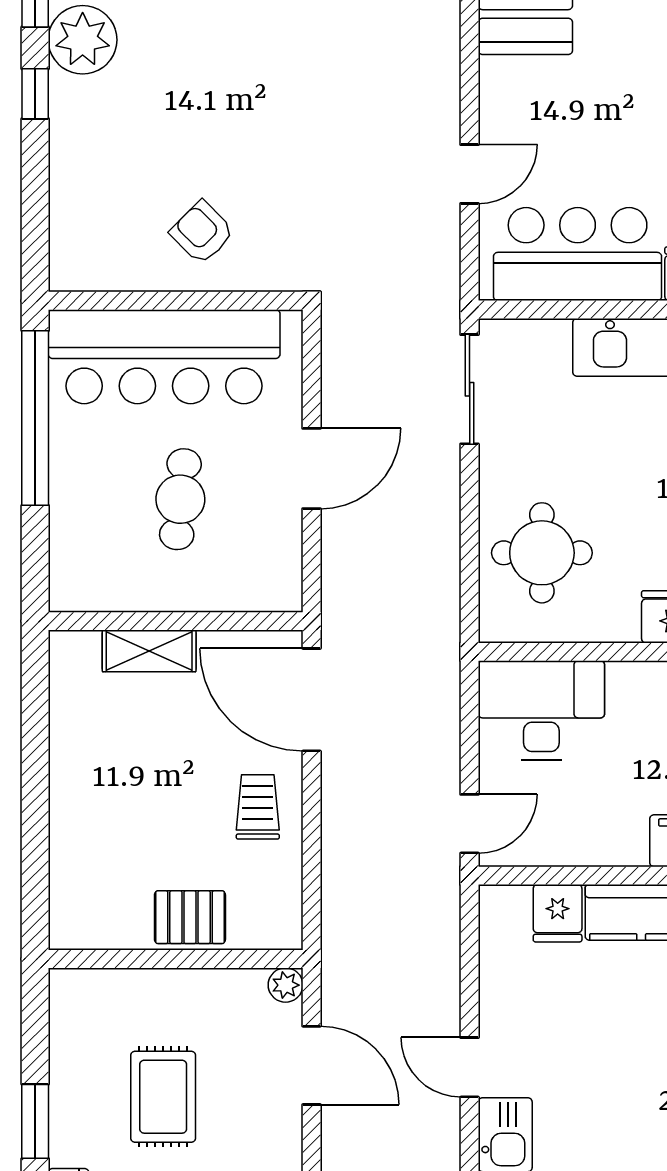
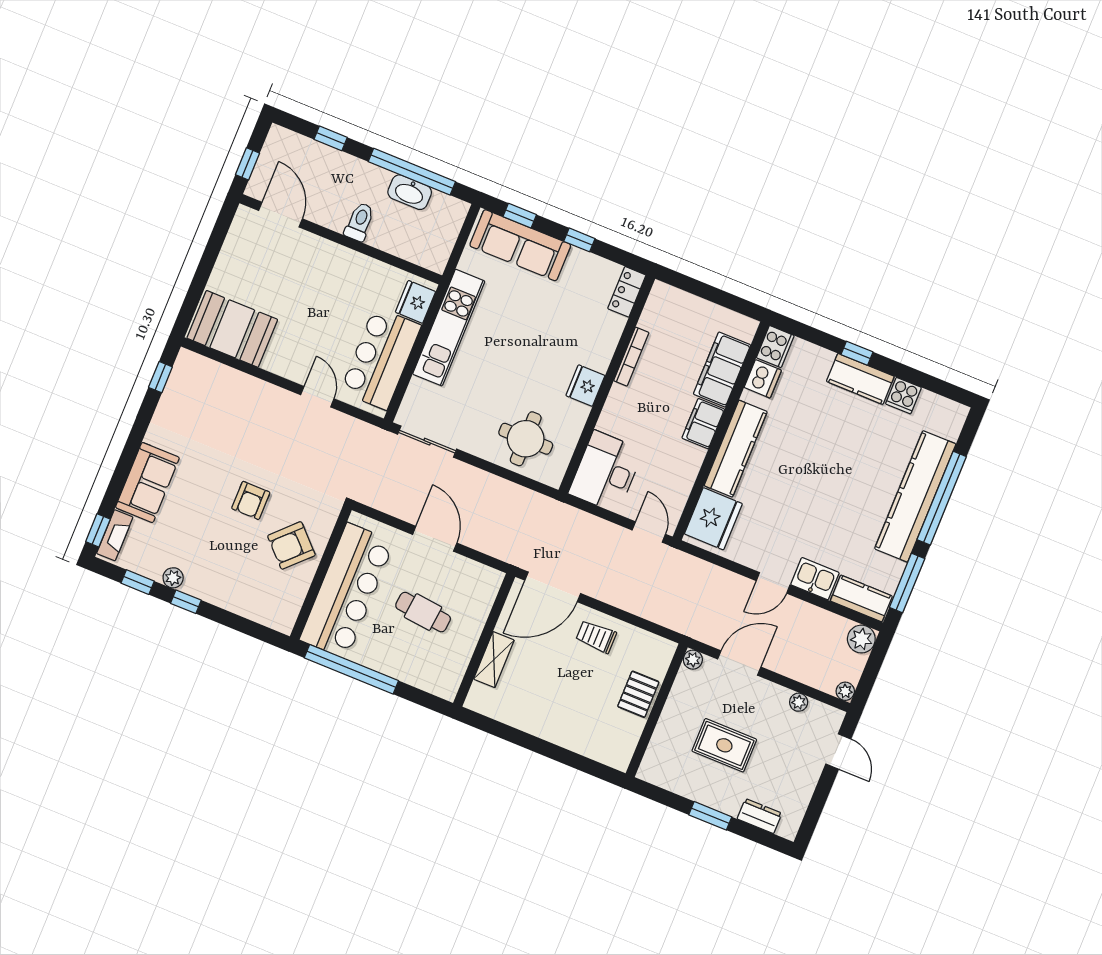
plant: (83, 40) -> (173, 578), width x0.53, depth x0.53
armchair: (250, 133) -> (251, 500), added
armchair: (202, 232) -> (291, 545), width x1.38, depth x1.38
fridge: (558, 913) -> (713, 519), width x1.88, depth x1.34

